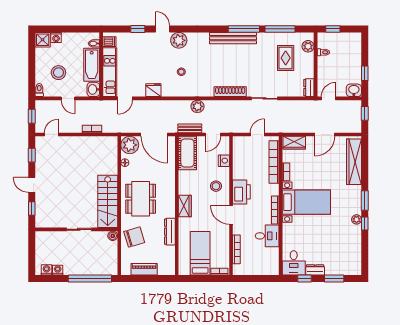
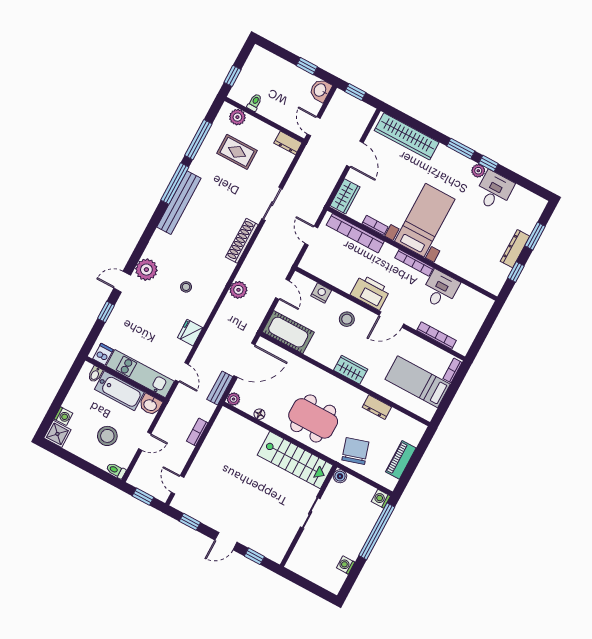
bench: (190, 128) -> (220, 388), moved
plant: (130, 145) -> (234, 399), width x0.53, depth x0.53
dresser: (170, 232) -> (377, 407), width x0.70
desk: (294, 263) -> (494, 191), moved, turned -90
washing machine: (47, 270) -> (381, 499), moved
dresser: (315, 270) -> (515, 249), width x1.44

